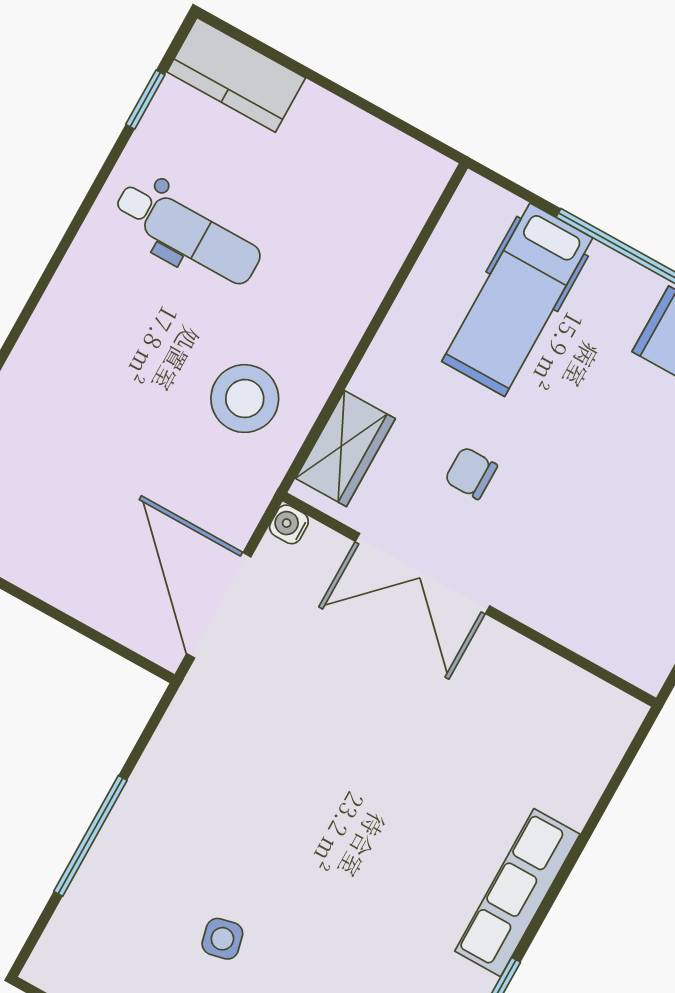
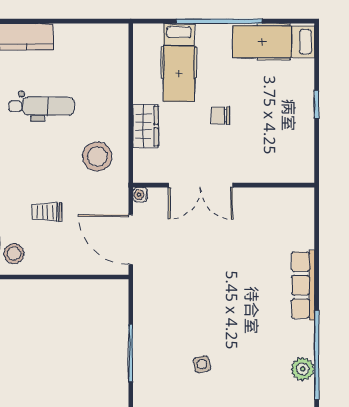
wardrobe: (345, 449) -> (145, 126), moved
trolley: (79, 454) -> (47, 212), added
chair: (471, 473) -> (220, 115), moved

